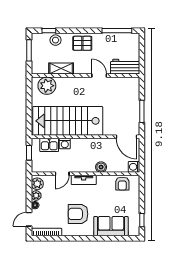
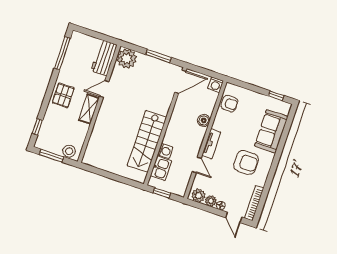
stool: (56, 40) -> (69, 151), moved
shelving: (61, 69) -> (89, 109), moved
plant: (47, 86) -> (127, 59), moved
stairs: (68, 121) -> (147, 141), width x0.73, depth x0.66
armchair: (78, 214) -> (246, 162), turned -90

